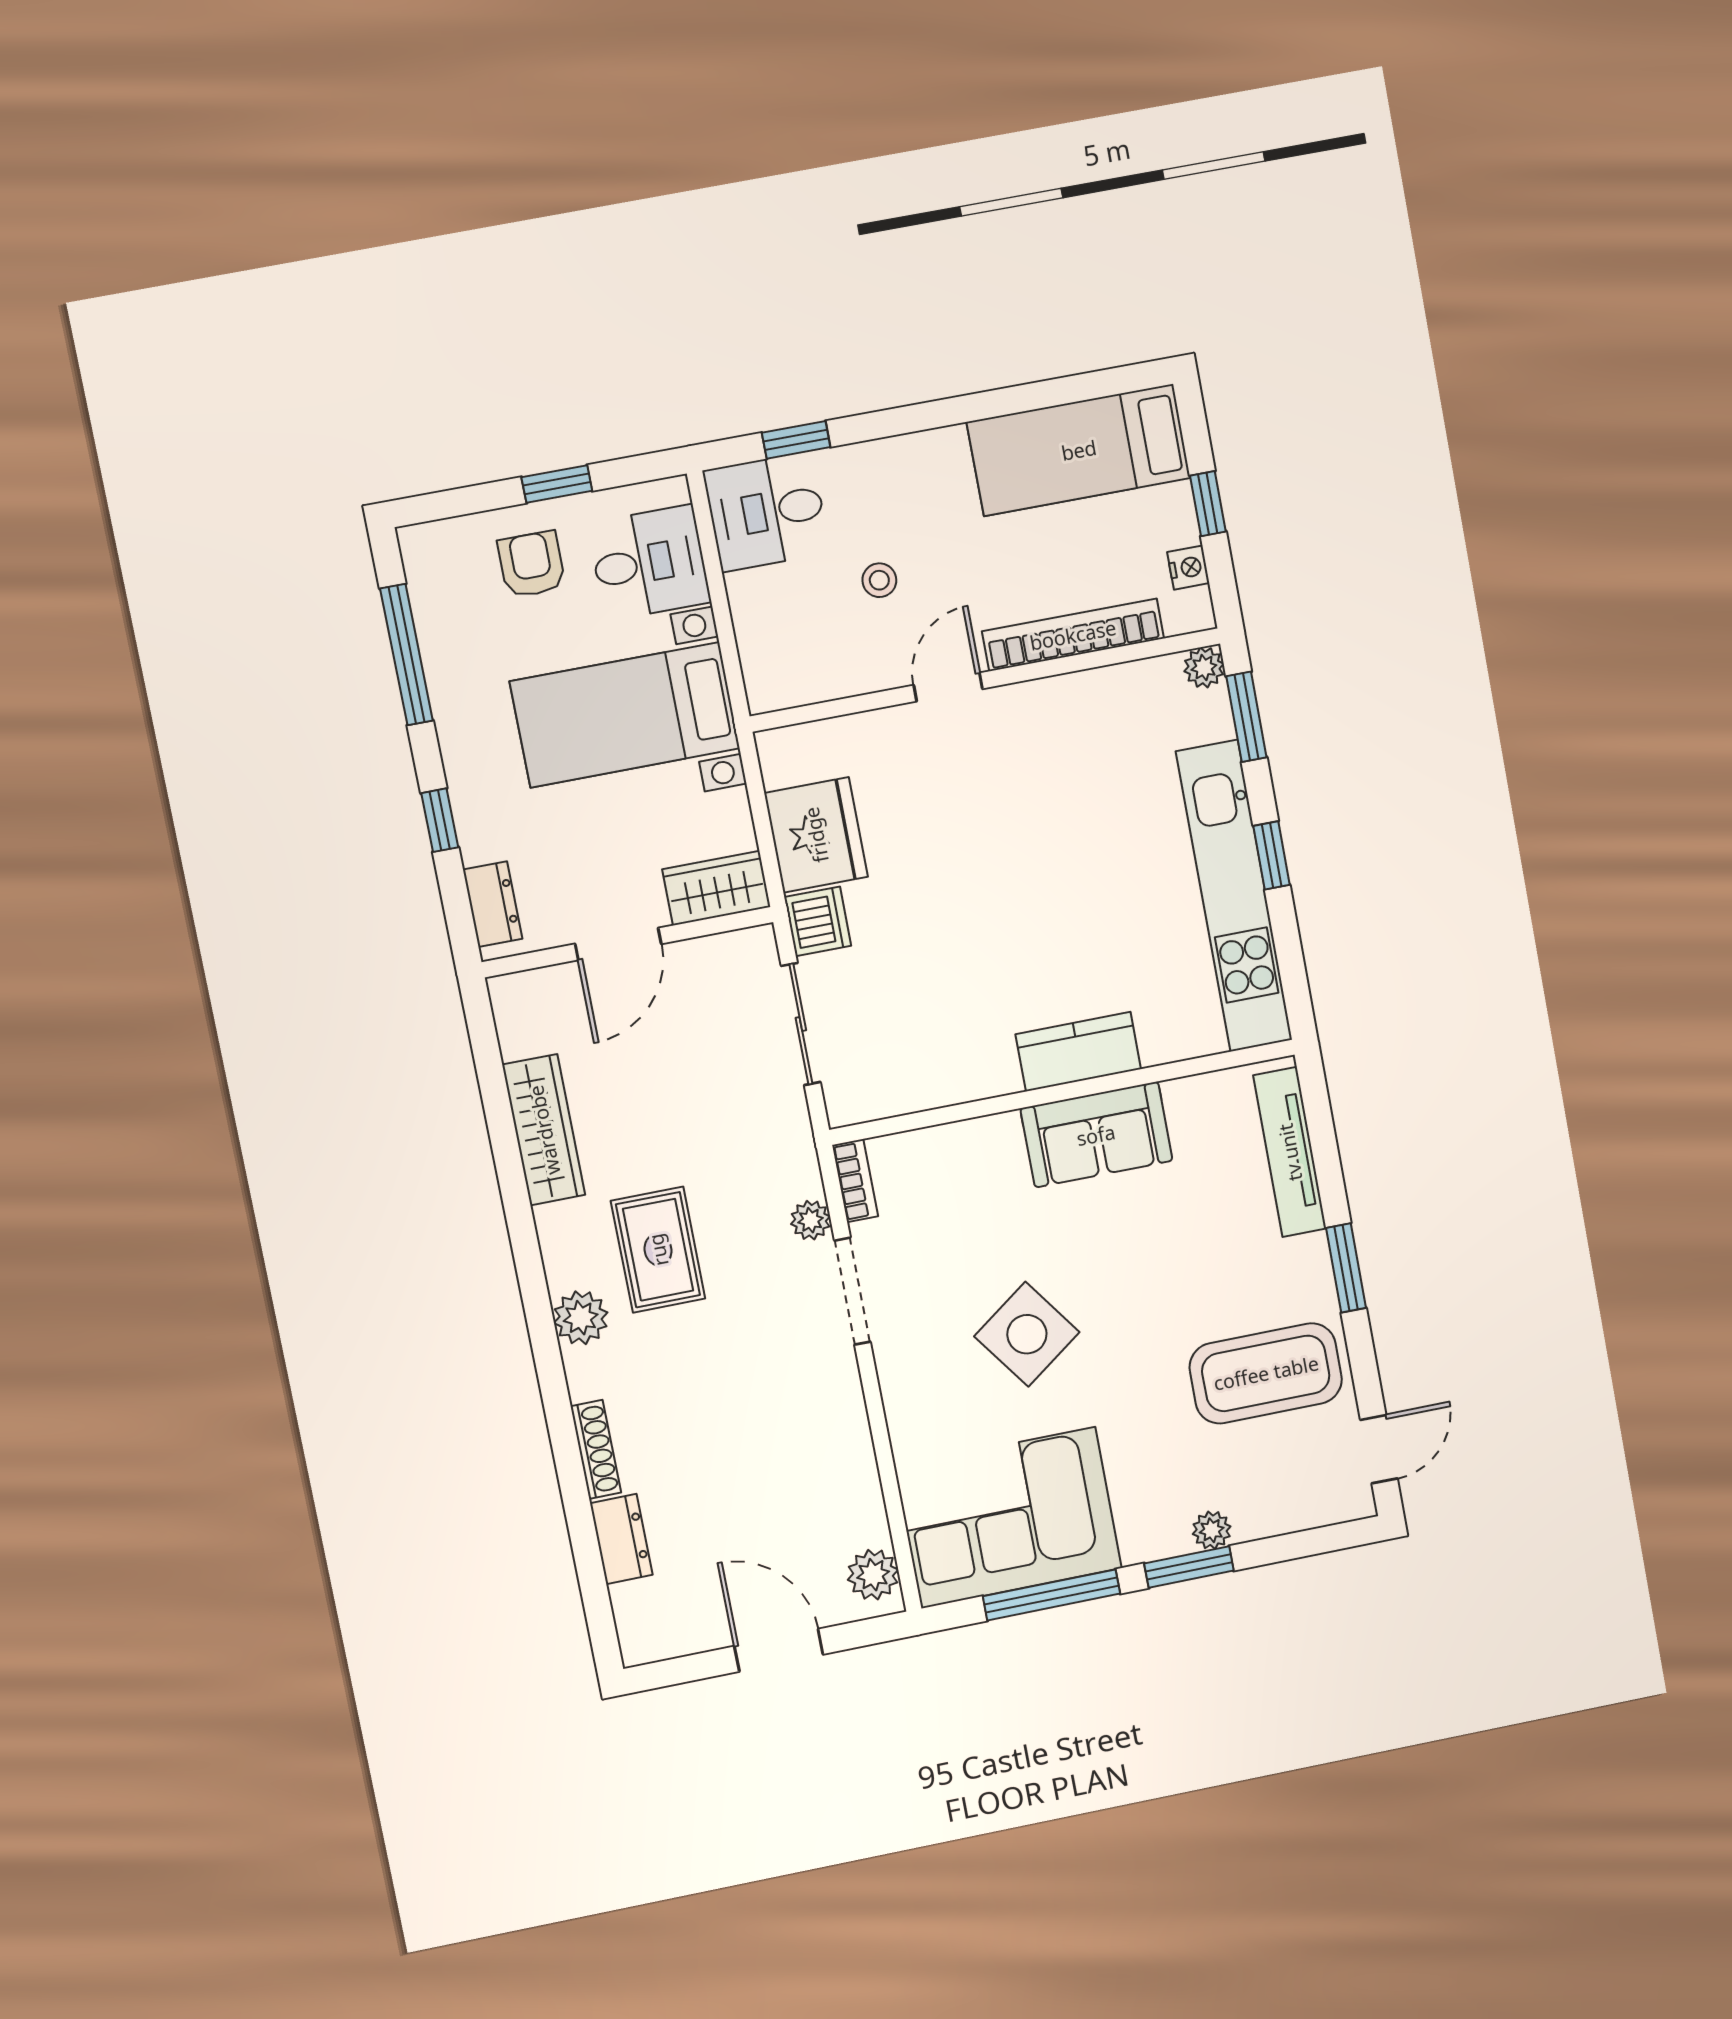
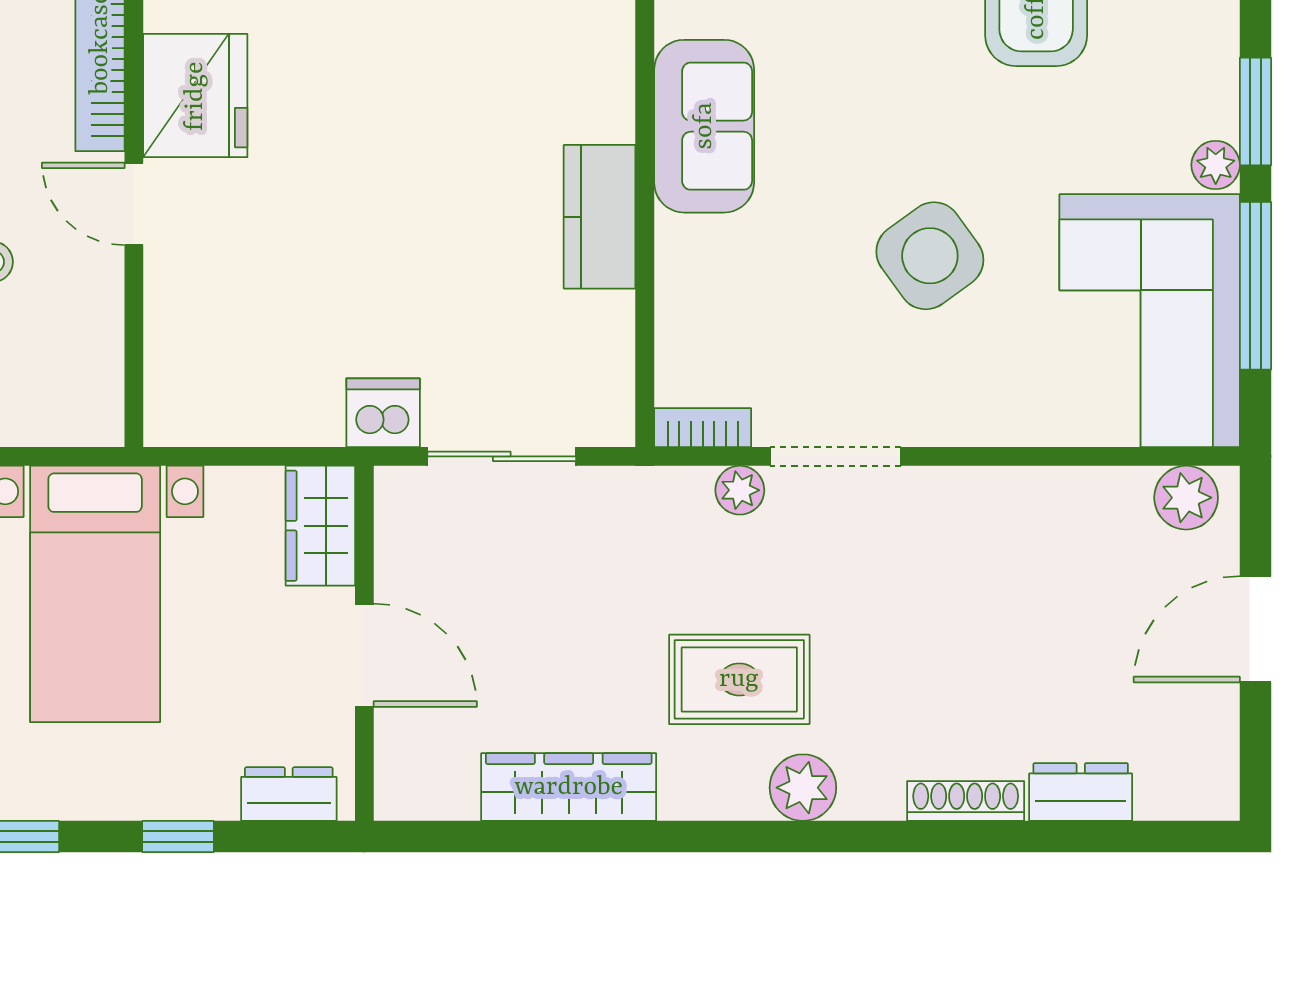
fridge: (816, 835) -> (195, 96), moved, turned 90
kitchen counter: (1078, 1052) -> (600, 217), moved
plant: (1212, 1530) -> (1216, 165), moved

